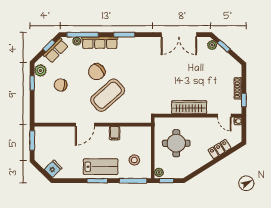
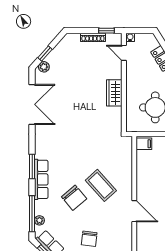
row of seats: (100, 43) -> (41, 179), moved
coffee table: (108, 95) -> (101, 185), width x0.73, depth x0.76
wardrobe: (189, 107) -> (114, 93), width x0.67
door: (224, 116) -> (124, 53), swing flipped
filing cabinet: (115, 133) -> (144, 144), moved

